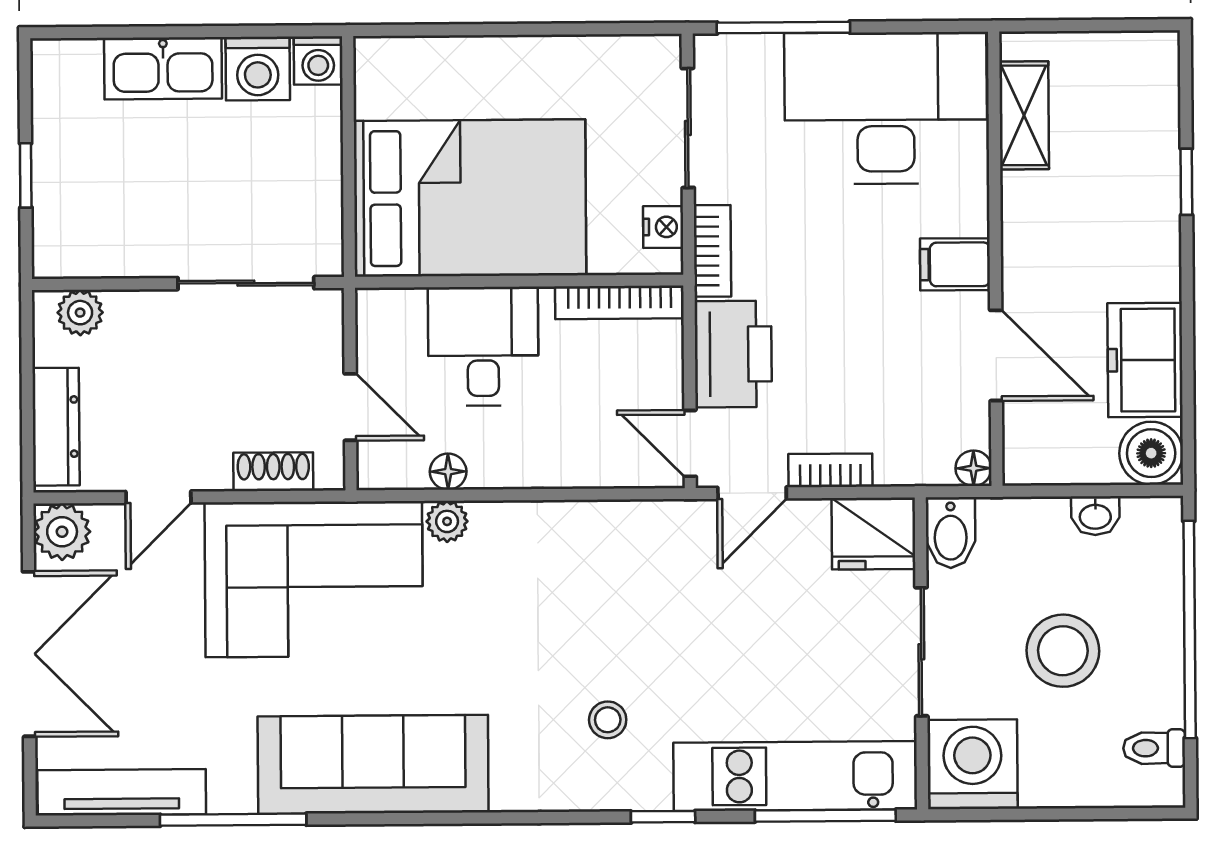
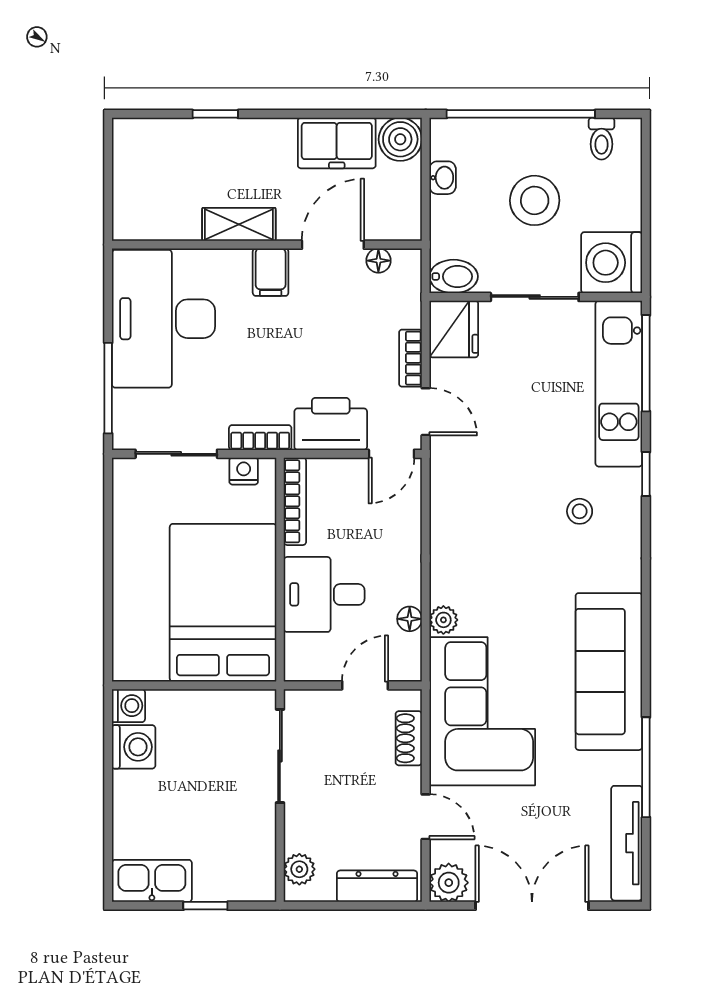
kitchen sink: (163, 68) -> (152, 881), moved, turned -90
shelving: (1024, 115) -> (239, 224), moved
floor lamp: (973, 468) -> (378, 261), moved

